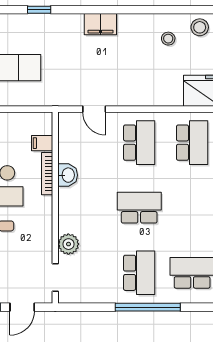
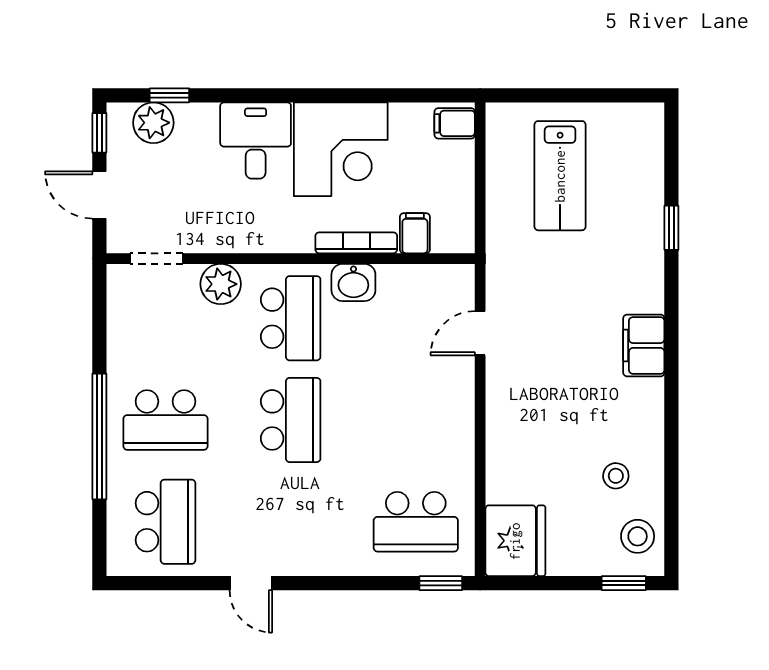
school desk: (139, 143) -> (291, 318), moved, turned -90

